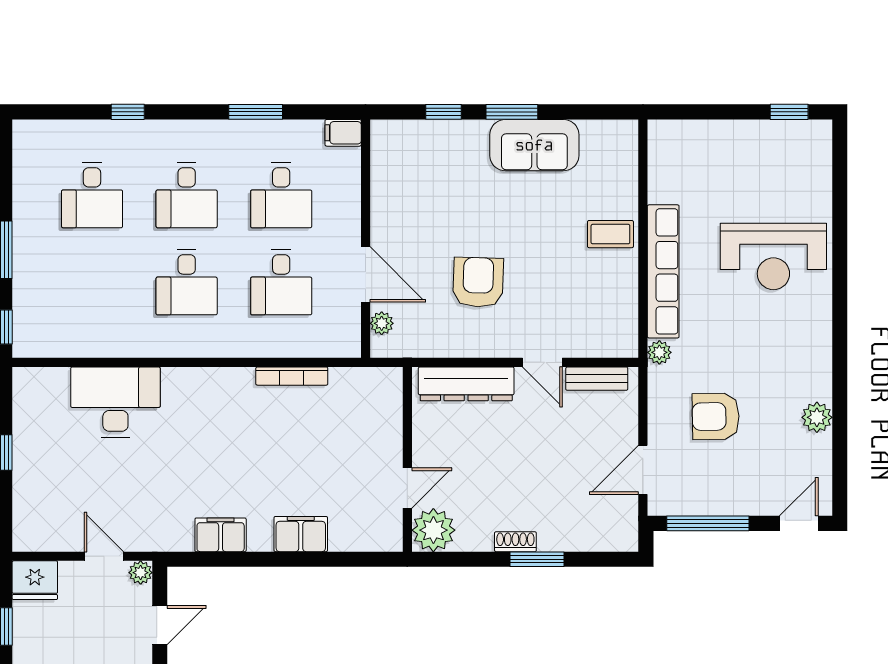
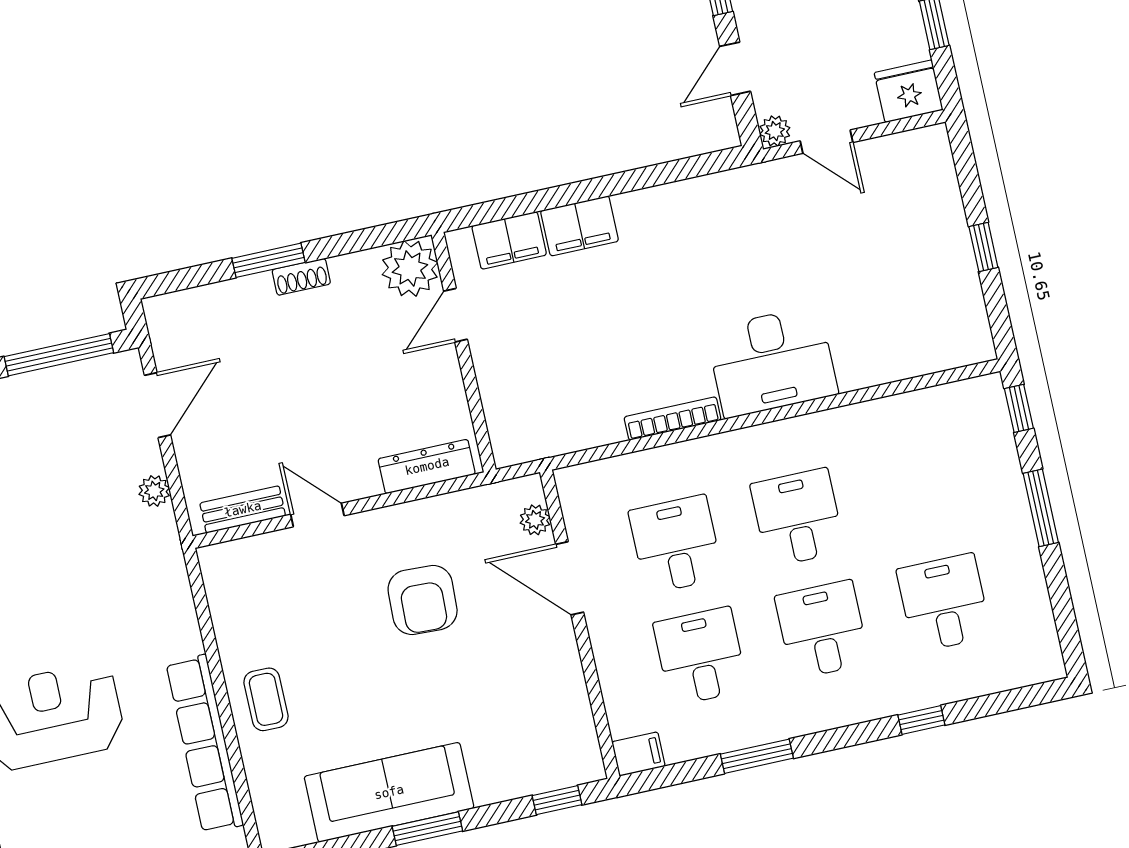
window: (444, 112) -> (557, 800), moved
sofa: (534, 145) -> (389, 792), width x1.36
coffee table: (610, 234) -> (266, 699), turned 90
row of seats: (663, 271) -> (205, 744), moved
plant: (659, 352) -> (154, 491), moved
bookcase: (292, 376) -> (673, 418), moved
dresser: (466, 384) -> (427, 466), width x0.73, depth x0.80
desk: (115, 402) -> (772, 362), moved
armchair: (716, 416) -> (79, 495), removed
filing cabinet: (221, 535) -> (509, 240), moved

